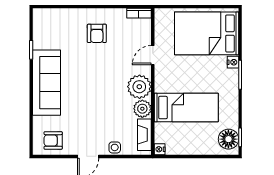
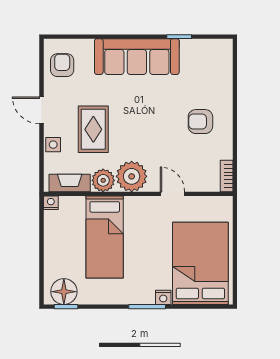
rug: (103, 116) -> (93, 129), added

